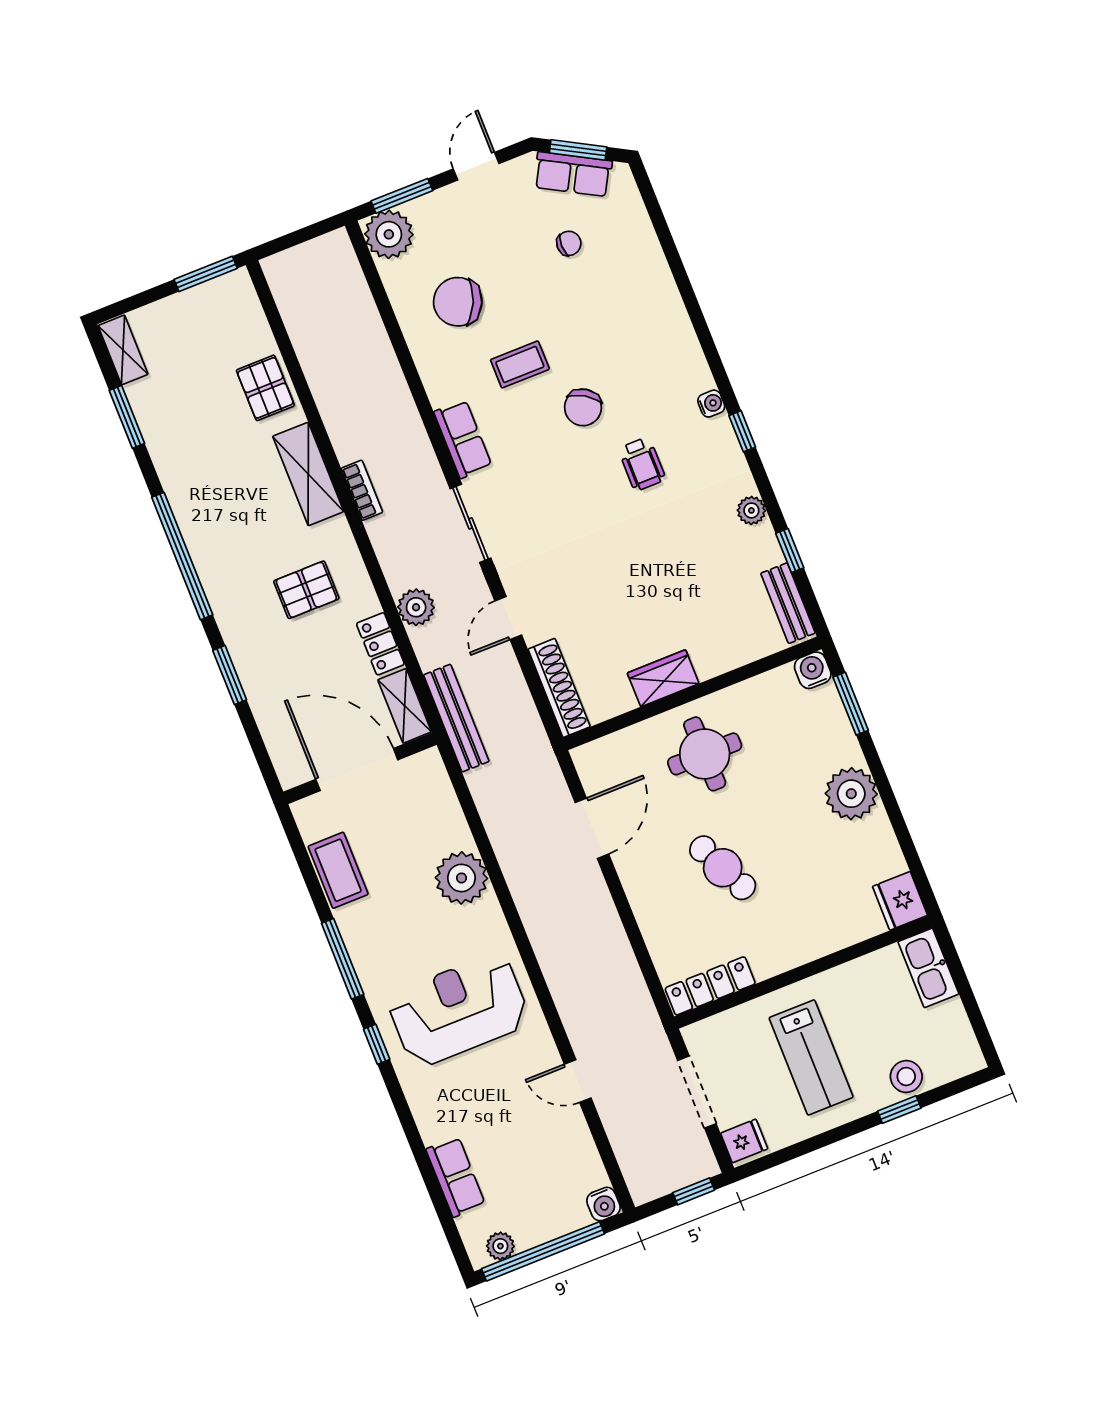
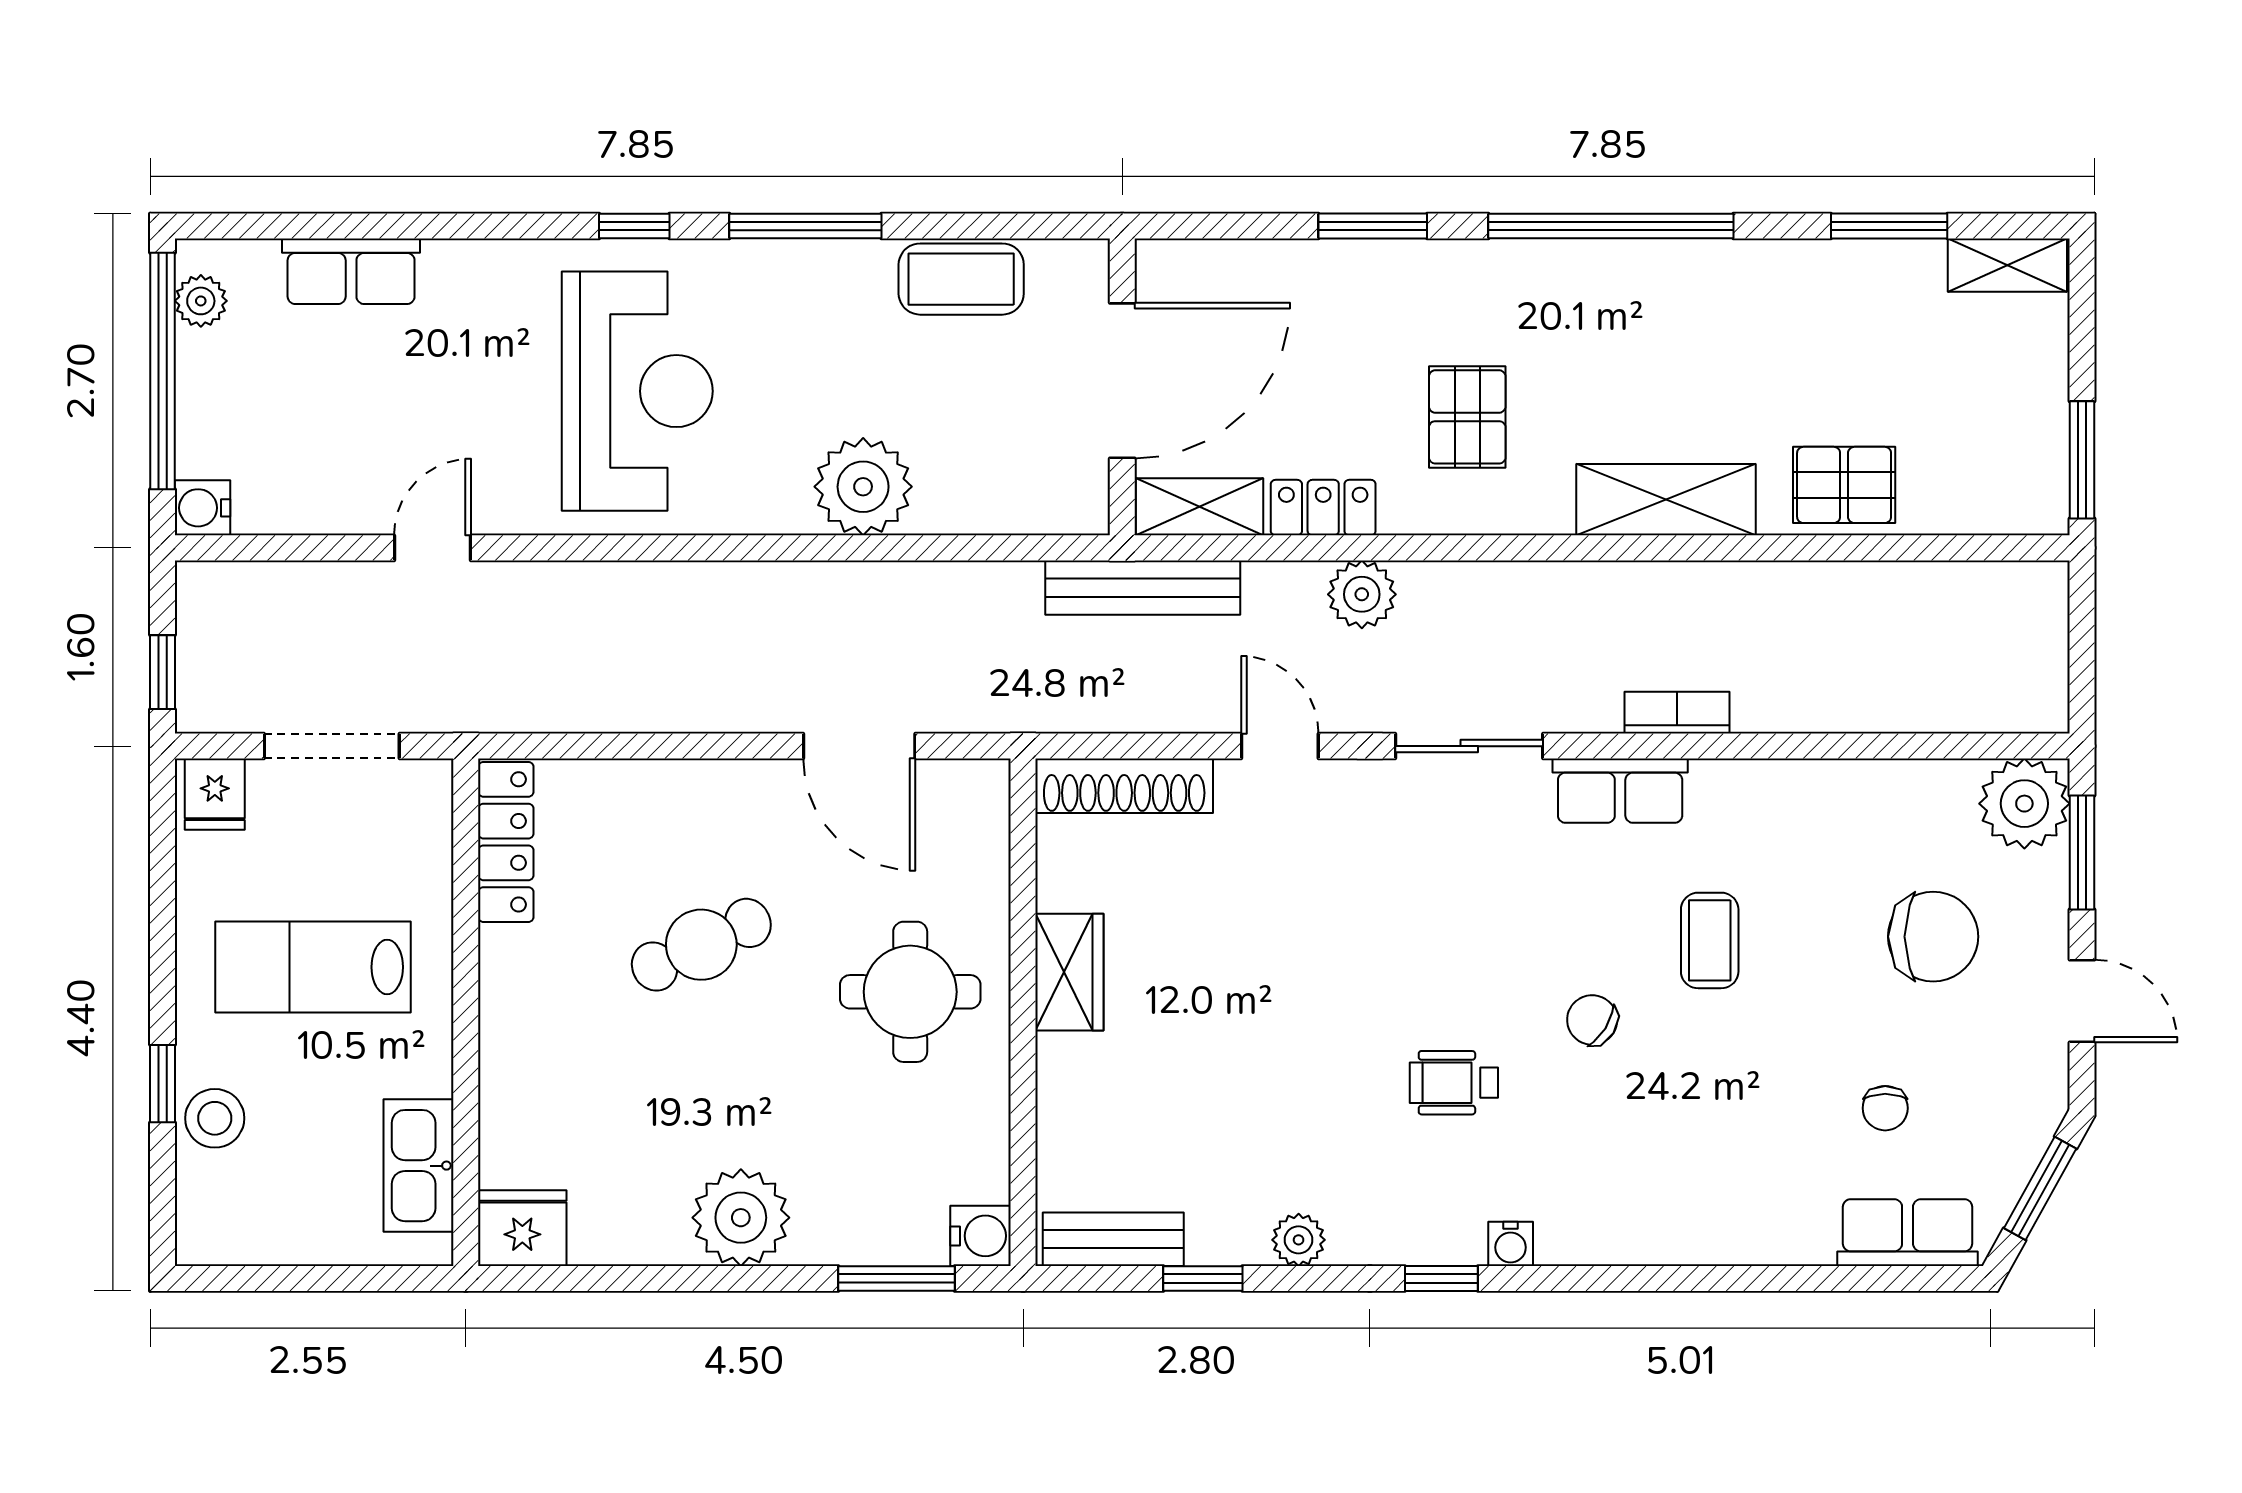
row of seats: (573, 174) -> (1908, 1233), moved, turned 61
chair: (458, 302) -> (1933, 937), moved, turned 66
chair: (583, 407) -> (1592, 1020), width x0.73, depth x0.73
bookcase: (362, 490) -> (1677, 713), moved, turned 180
kitchen sink: (928, 968) -> (418, 1166), moved, turned -90

